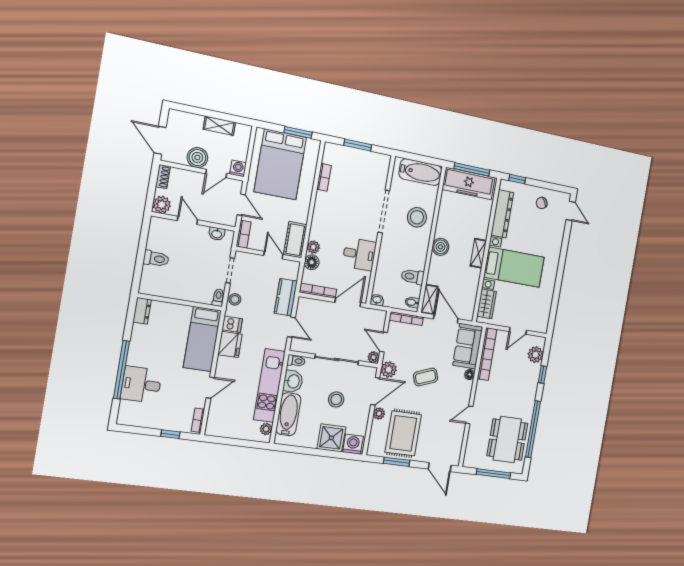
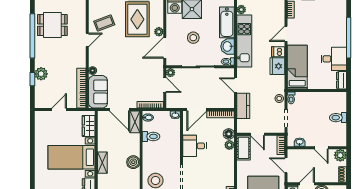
dishwasher: (232, 324) -> (278, 52), moved
plant: (536, 355) -> (41, 74), moved
plant: (389, 369) -> (157, 65), removed
coffee table: (426, 377) -> (104, 23), moved
desk: (141, 385) -> (334, 59), moved
dining table: (507, 440) -> (52, 25), width x0.73

